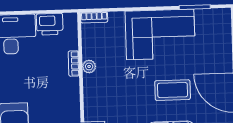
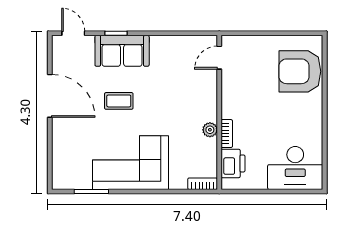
printer: (50, 24) -> (233, 163), moved, turned 90
coffee table: (173, 90) -> (119, 101), width x0.73, depth x0.77

